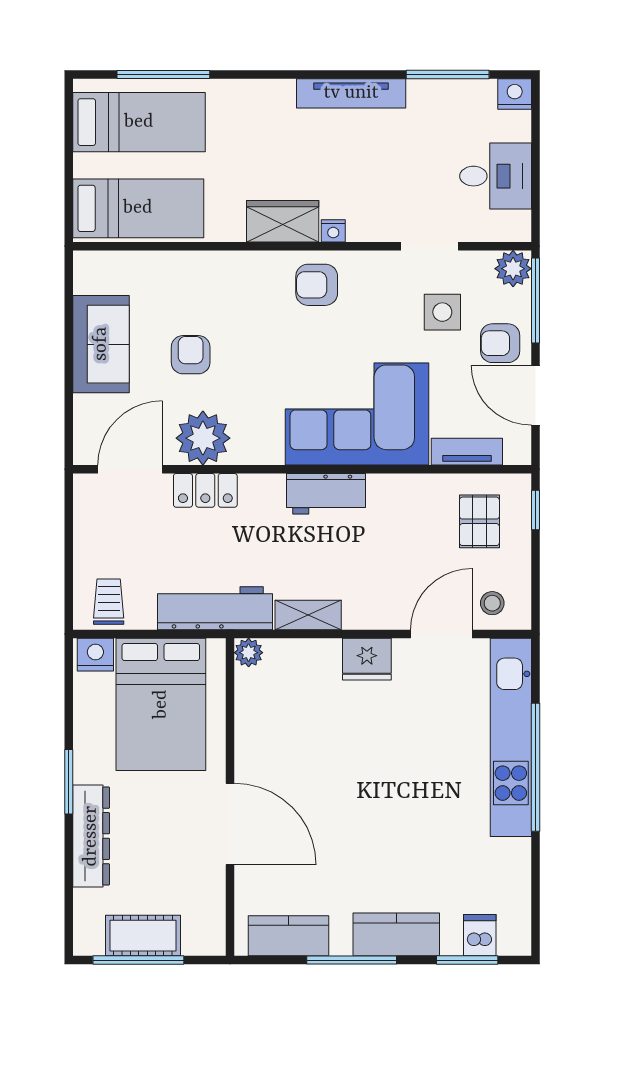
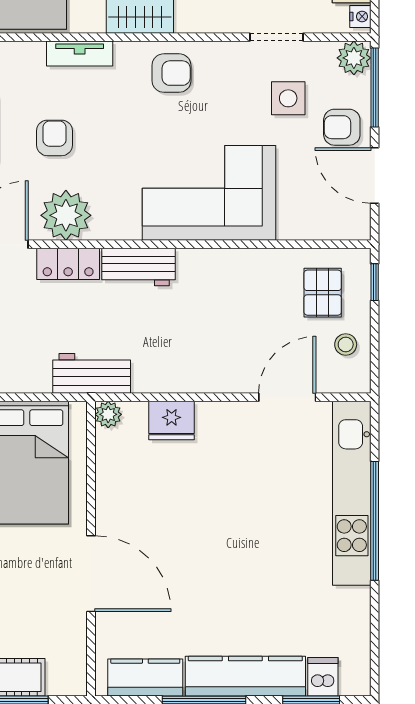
nightstand: (333, 231) -> (360, 16), moved, turned -90
armchair: (317, 285) -> (171, 73), turned 180
tv unit: (467, 452) -> (80, 54), moved, turned 180
workbench: (326, 494) -> (138, 267), moved
stool: (492, 603) -> (346, 344), moved
workbench: (215, 608) -> (92, 373), width x0.73
shelving: (308, 615) -> (164, 380), removed
fridge: (367, 659) -> (172, 421), moved
kitchen counter: (396, 934) -> (245, 676), width x1.50

